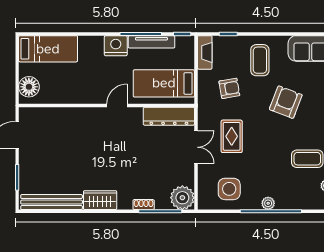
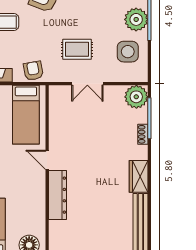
armchair: (229, 88) -> (33, 71), moved
dresser: (169, 116) -> (58, 195), moved
double door: (196, 147) -> (87, 84), swing flipped
plant: (268, 203) -> (136, 19), width x1.88, depth x1.88

